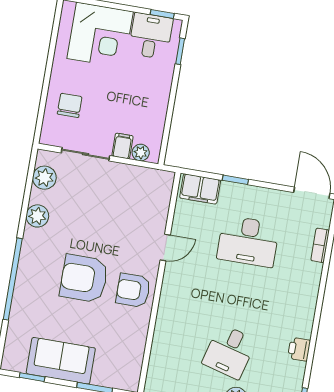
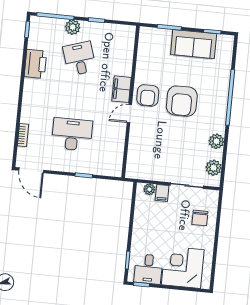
filing cabinet: (200, 189) -> (121, 89), moved, turned -90
door: (165, 247) -> (129, 114), moved
armchair: (84, 279) -> (182, 101), turned 90
armchair: (133, 290) -> (148, 95), turned 90
printer: (299, 349) -> (35, 64), width x1.87, depth x1.48
desk: (229, 352) -> (80, 58), turned -33

